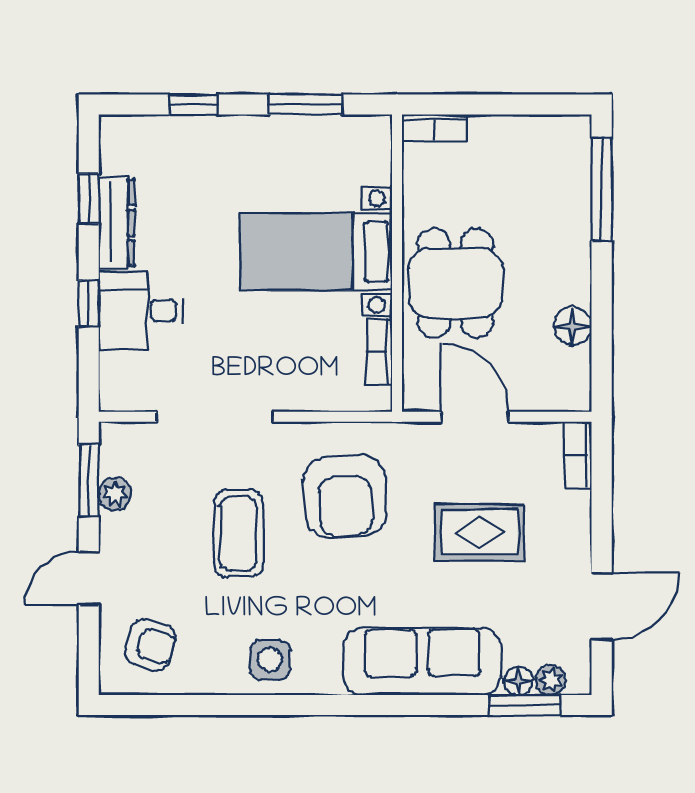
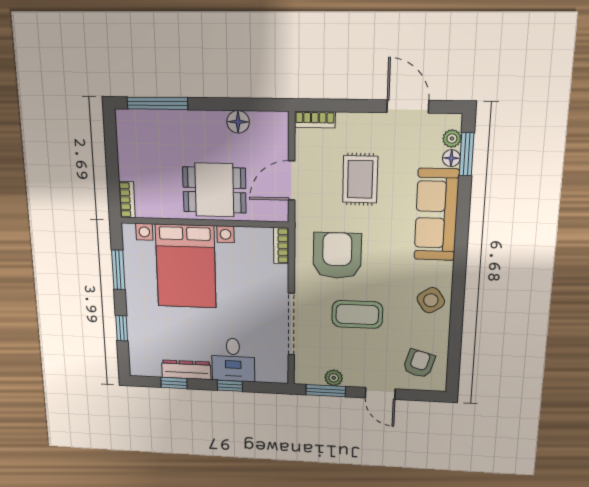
bed with nightstands: (316, 252) -> (186, 266), width x1.36
bookcase: (379, 352) -> (281, 246), moved, turned 90
armchair: (345, 496) -> (337, 256), turned -87
side table: (270, 660) -> (431, 300), turned -34

